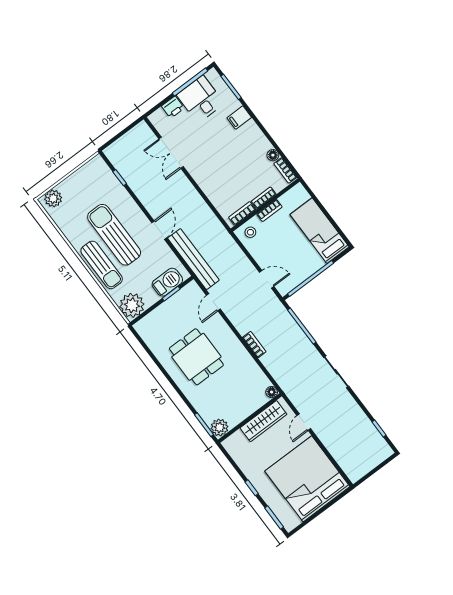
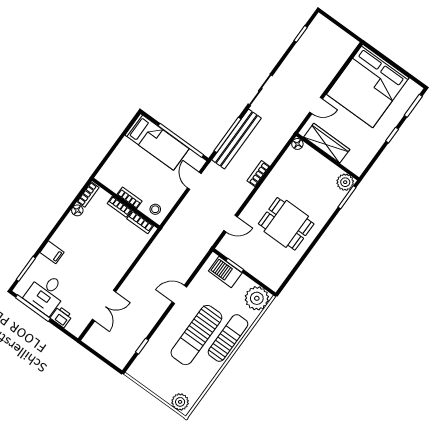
bed: (320, 231) -> (157, 142), moved, turned -90
bench: (193, 259) -> (237, 139), moved
dining table: (196, 357) -> (286, 224), turned 90

